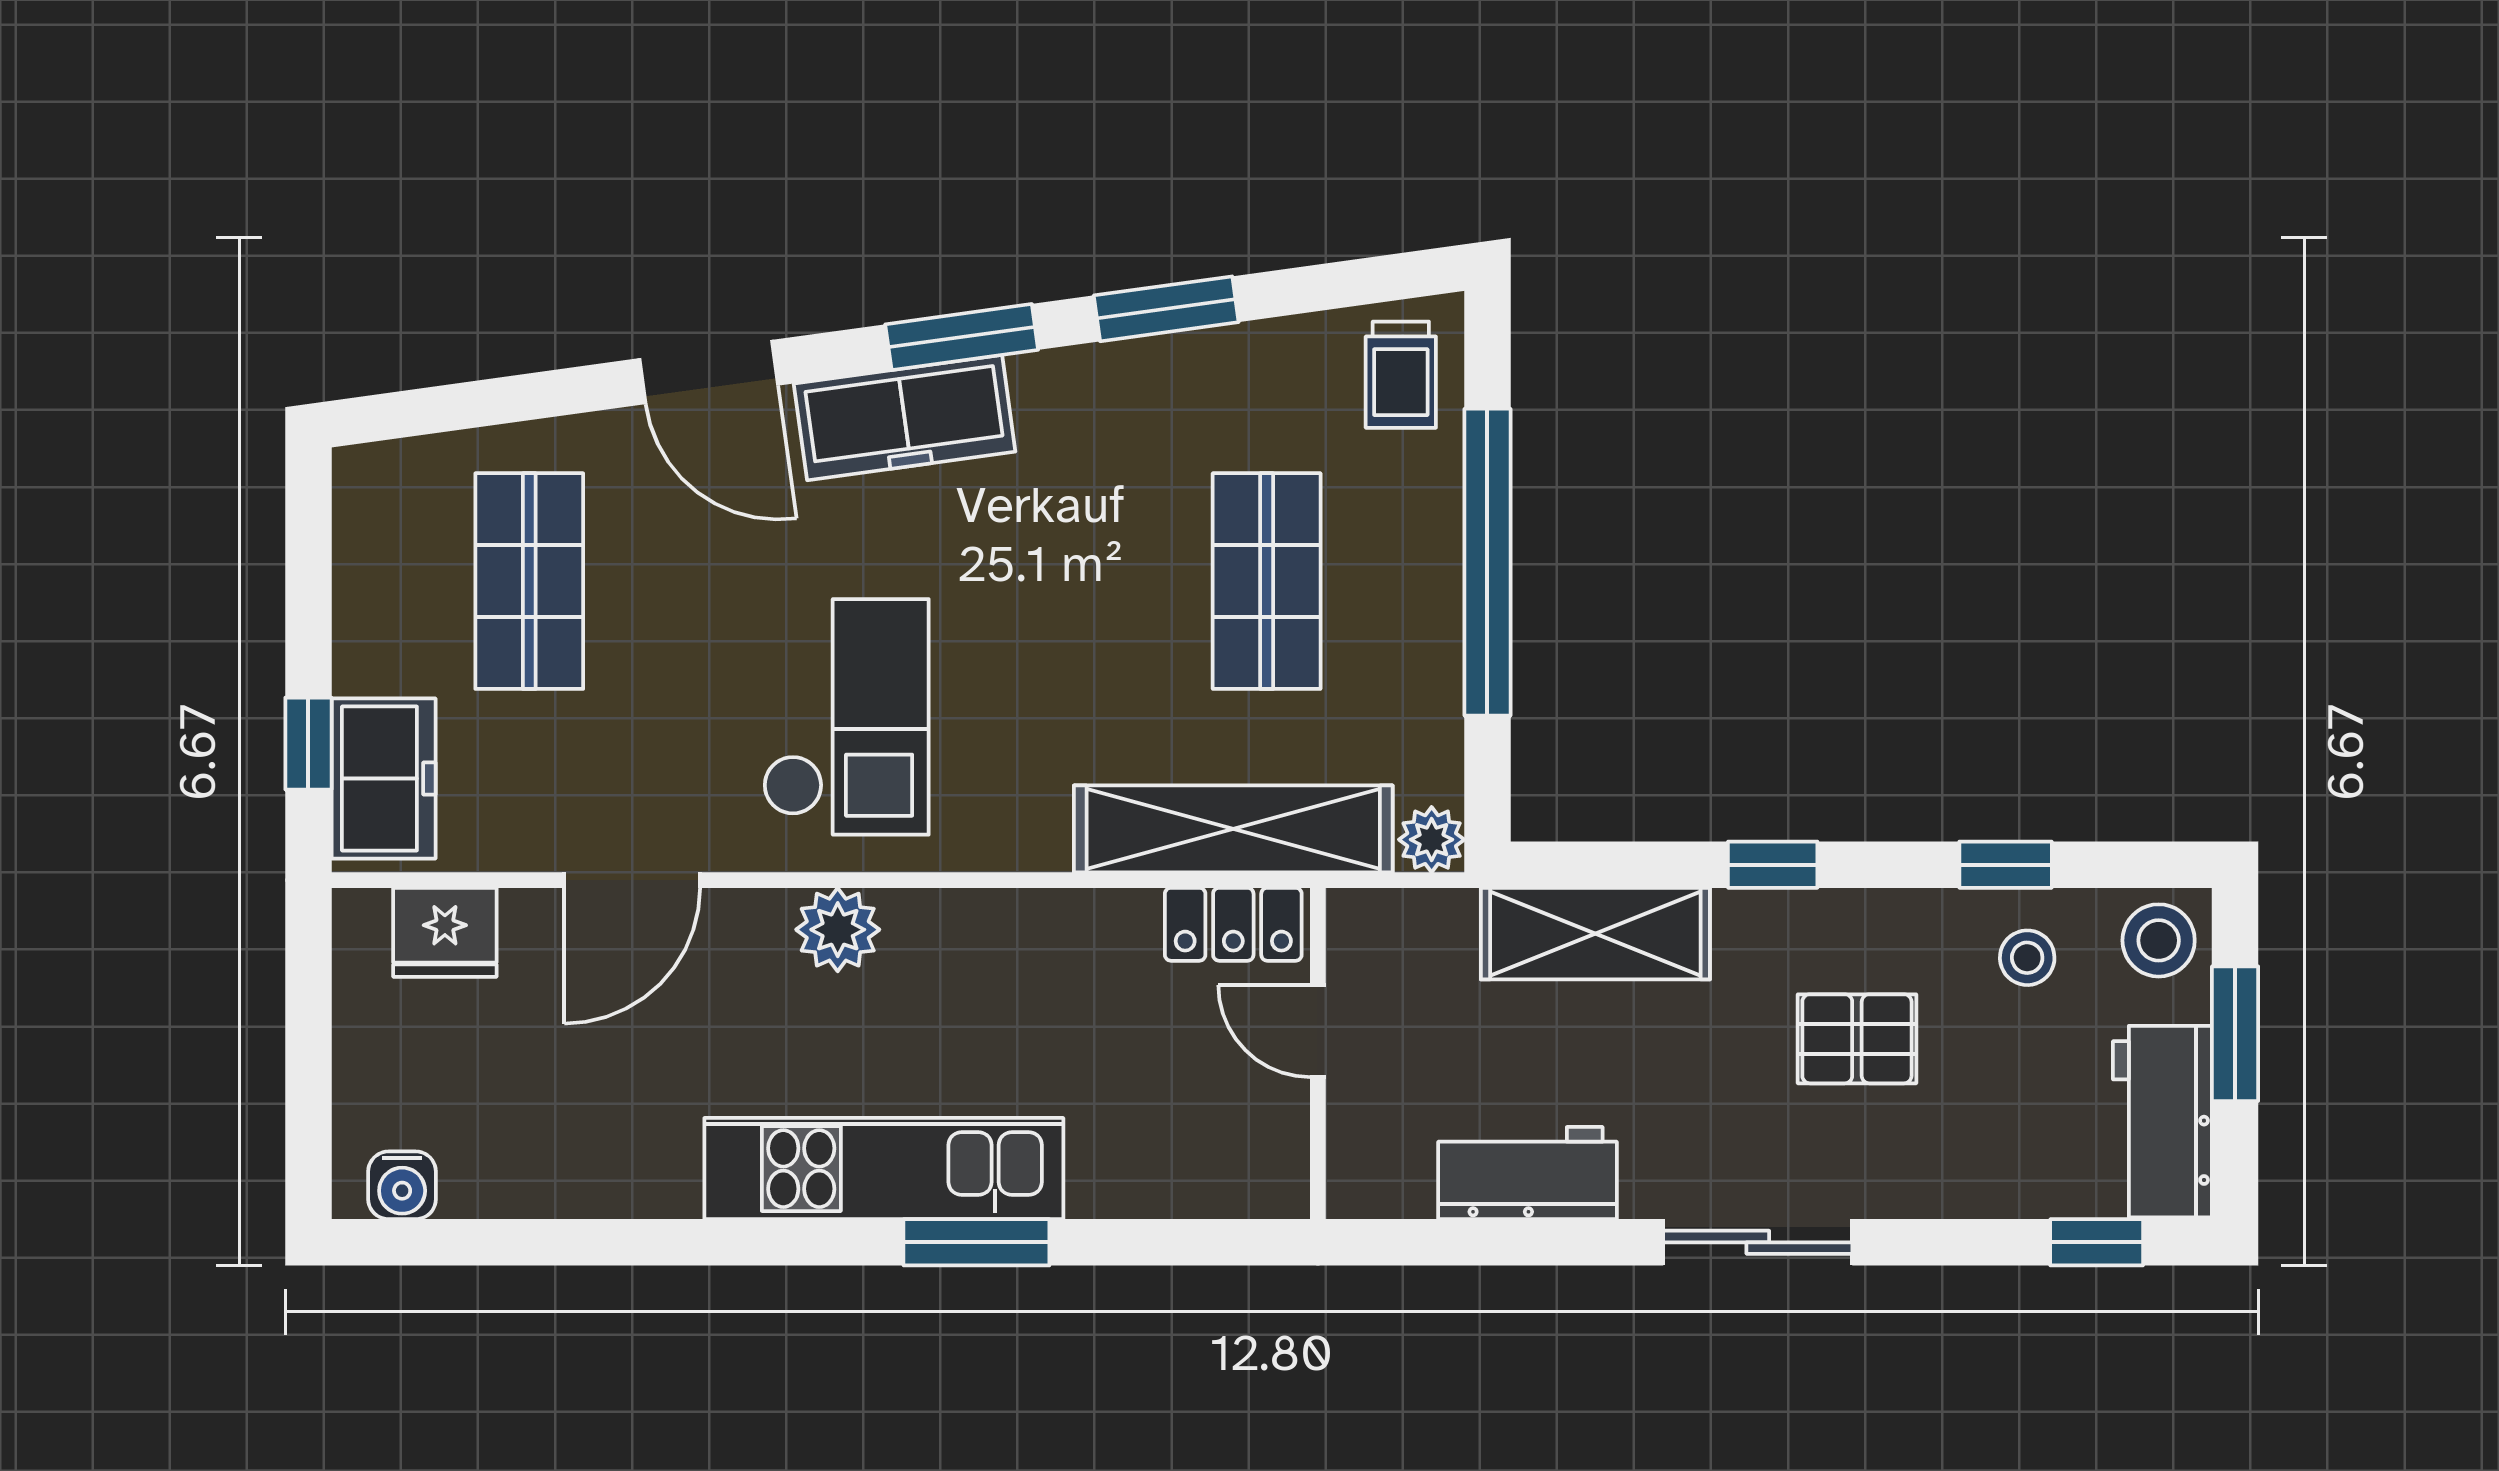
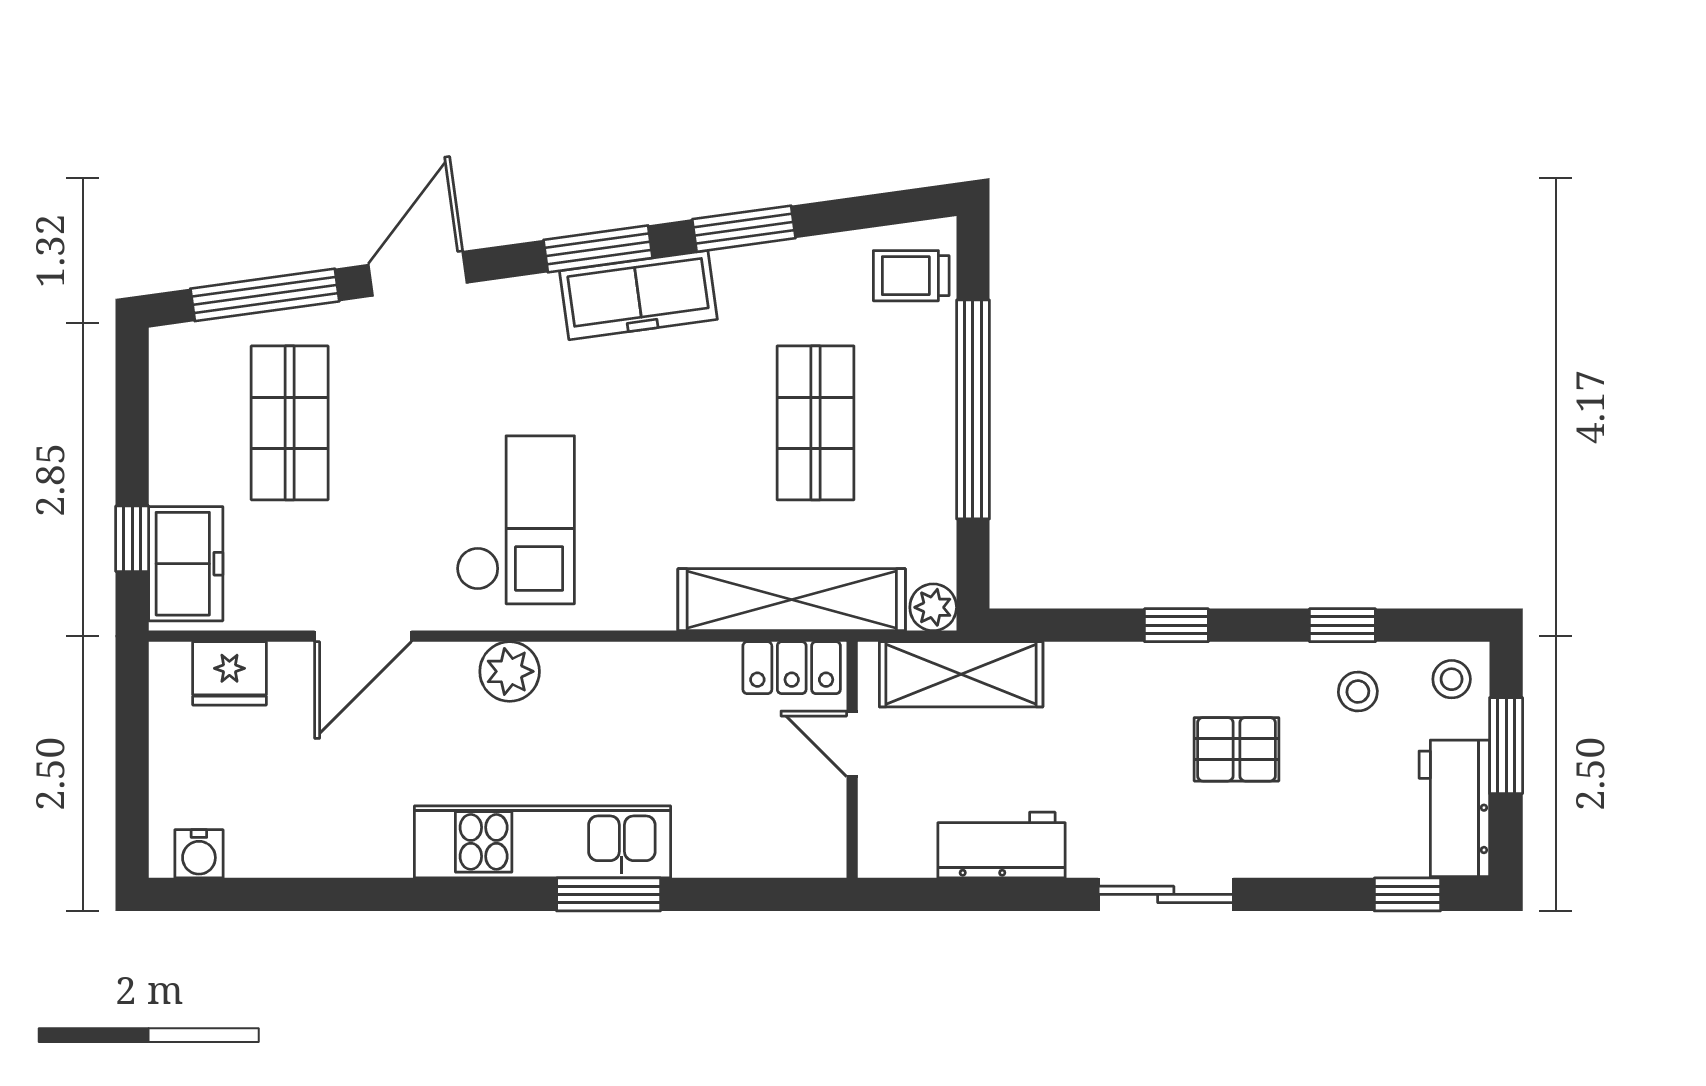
door: (709, 372) -> (418, 274), swing flipped
trolley: (1401, 375) -> (911, 276), turned 90
window: (495, 402) -> (265, 295), added
freezer: (905, 418) -> (638, 295), moved
shelving: (1595, 934) -> (961, 674), moved
stool: (2159, 940) -> (1452, 679), width x0.73, depth x0.73

